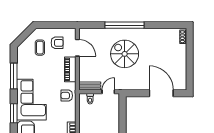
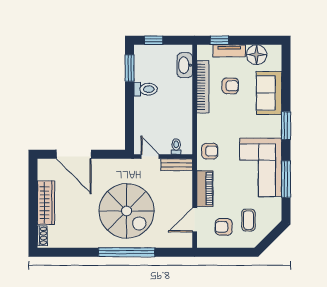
door: (77, 48) -> (195, 220), hinge flipped
spiral stairs: (125, 54) -> (127, 211), width x1.37, depth x1.37
wardrobe: (181, 60) -> (46, 203), added
door: (108, 92) -> (150, 157), swing flipped
corner sofa: (31, 100) -> (261, 167), moved

